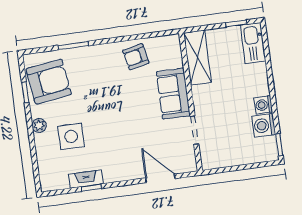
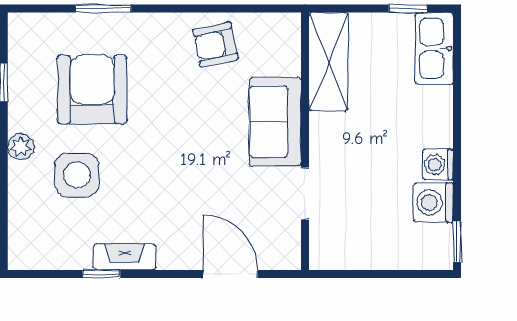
armchair: (49, 82) -> (92, 89), moved, turned -82
fireplace: (86, 179) -> (125, 257), moved

